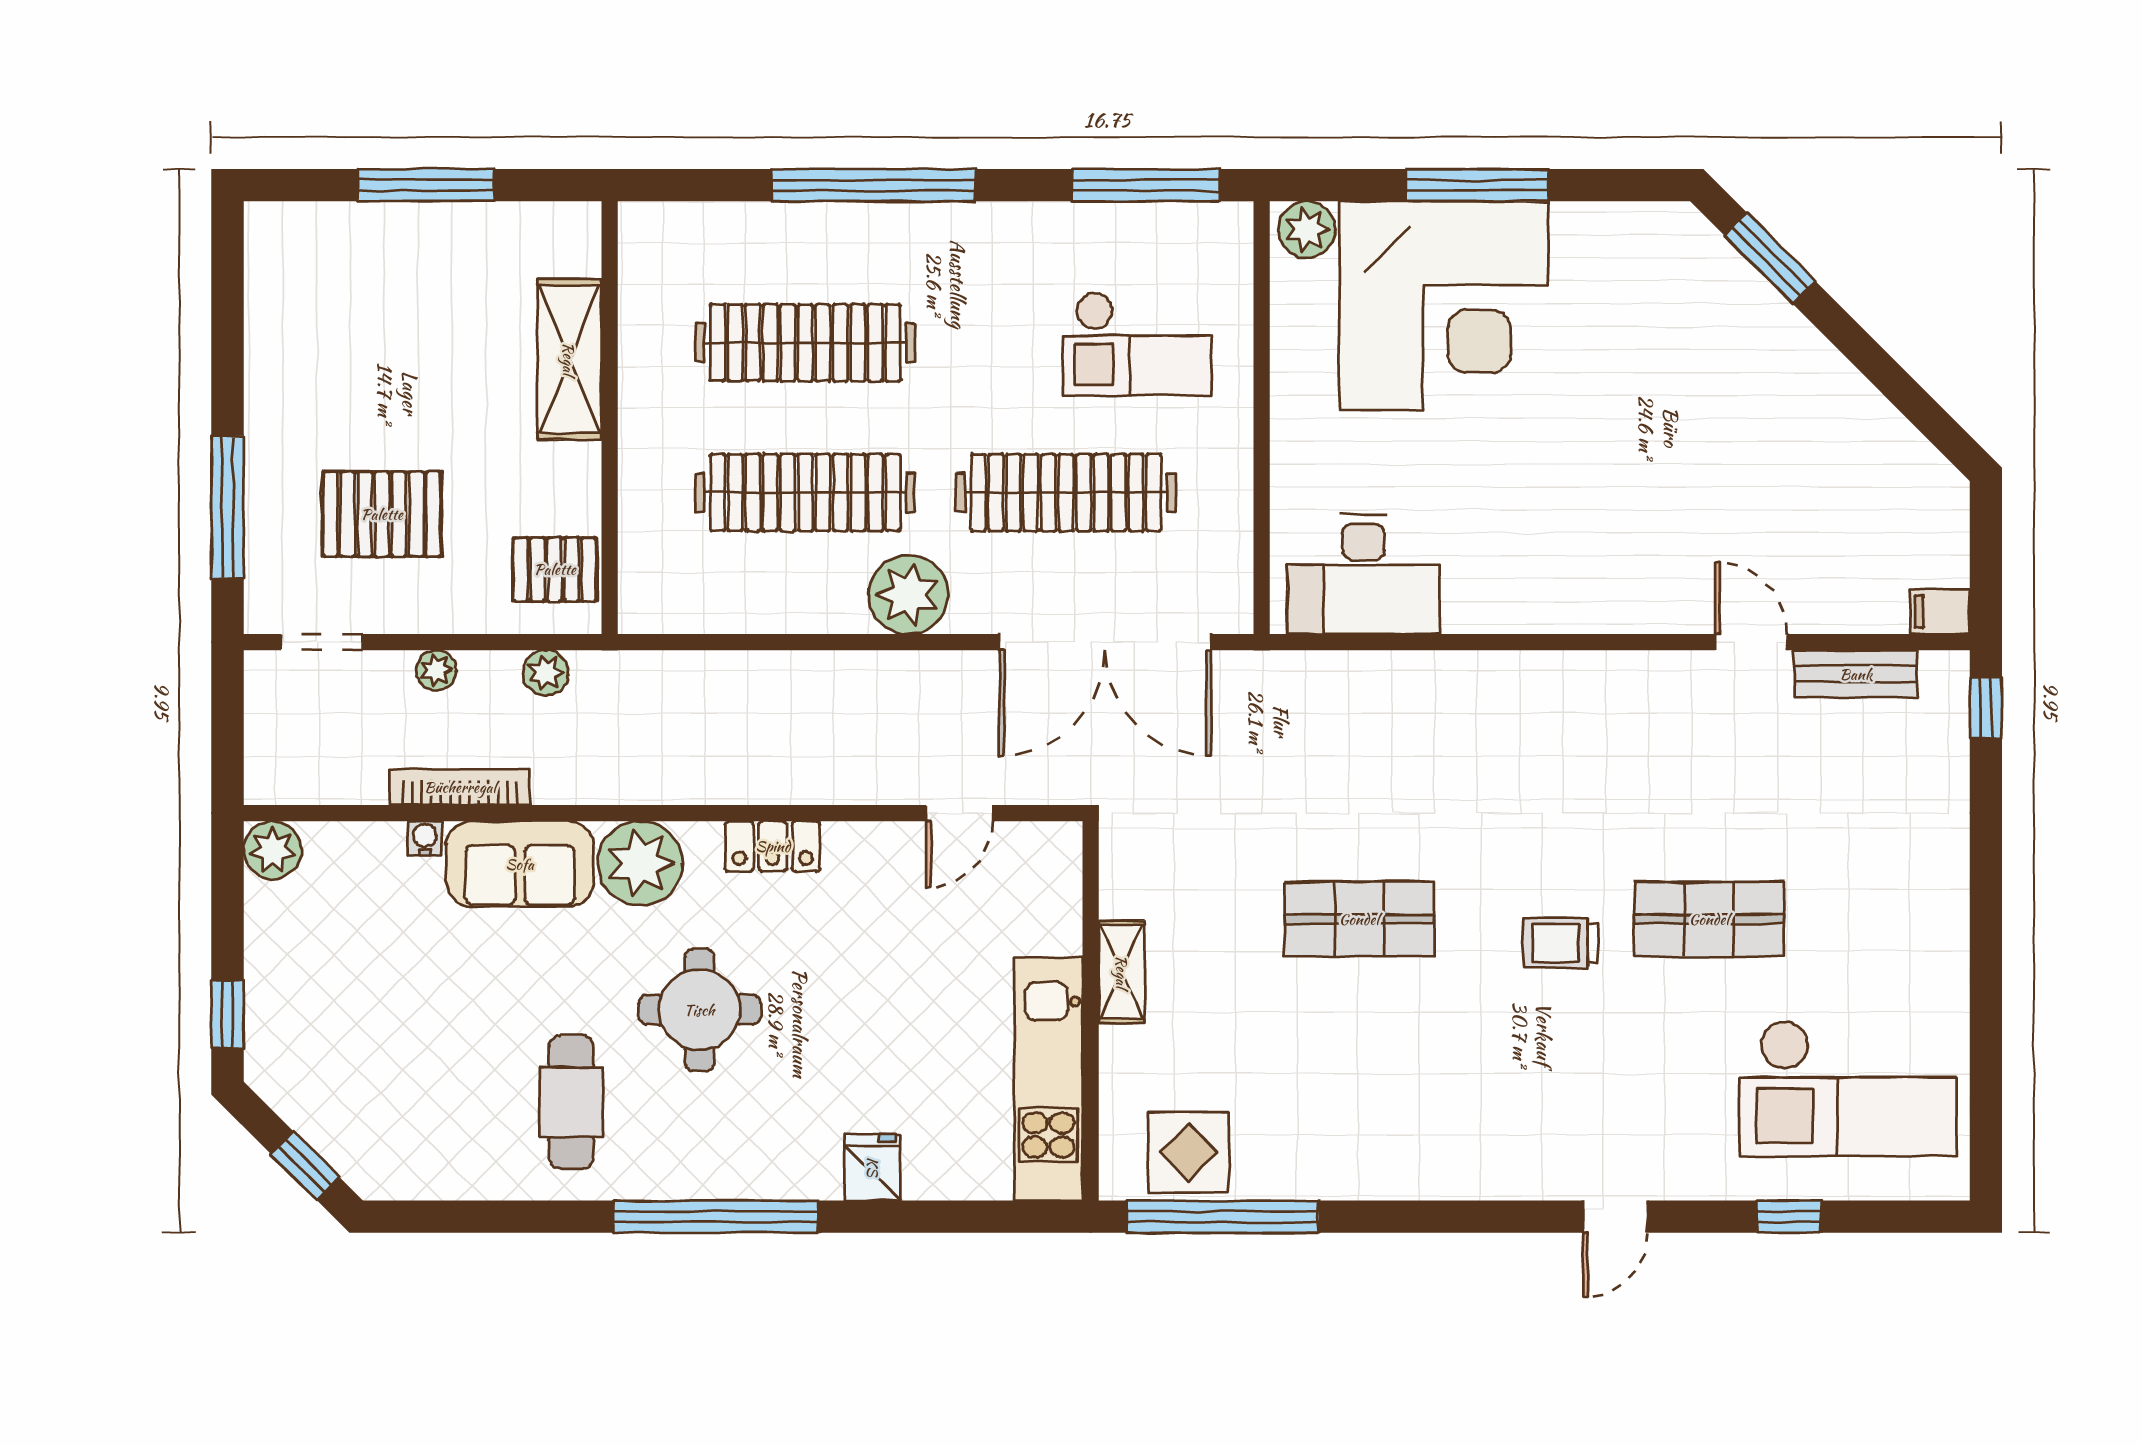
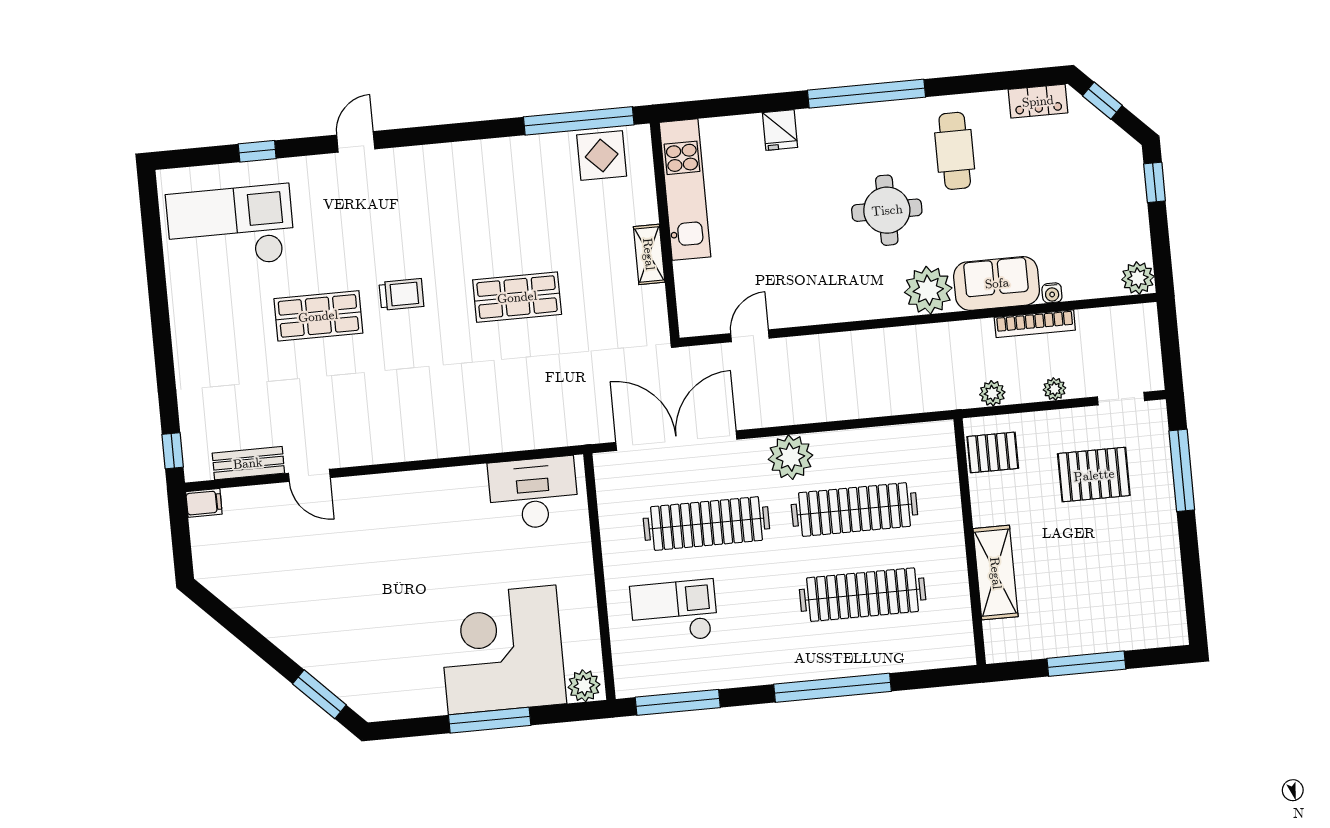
locker: (773, 846) -> (1038, 101), moved, turned 180

